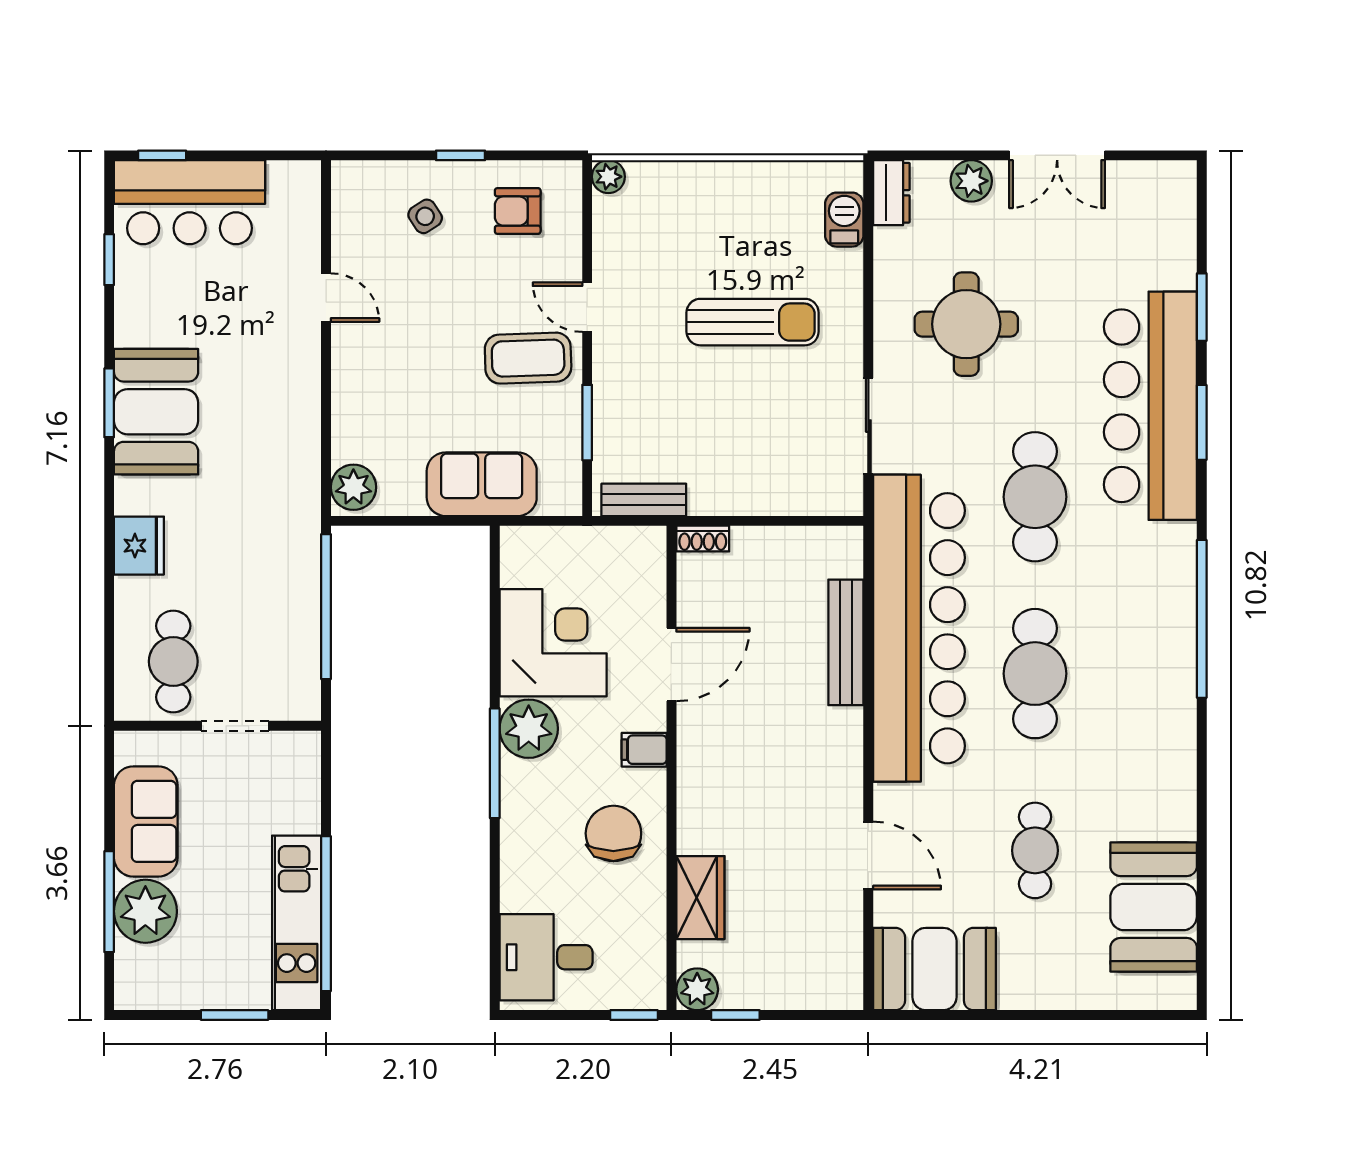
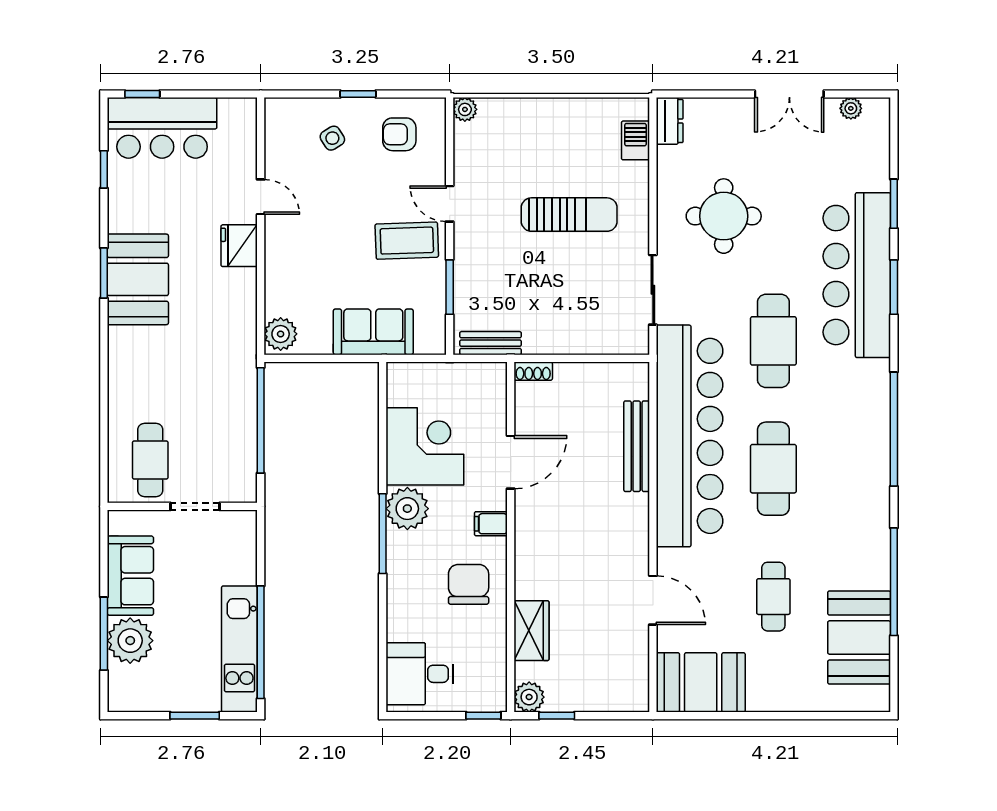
plant: (971, 181) -> (851, 108), moved, width x0.73, depth x0.73
fridge: (139, 546) -> (239, 246), moved, turned 180
window: (1202, 830) -> (894, 582), added

